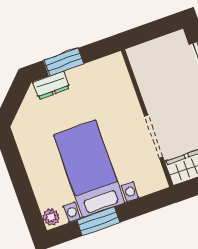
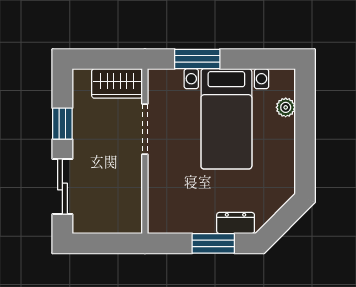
plant: (51, 217) -> (286, 107), moved
window: (98, 221) -> (197, 59), moved

